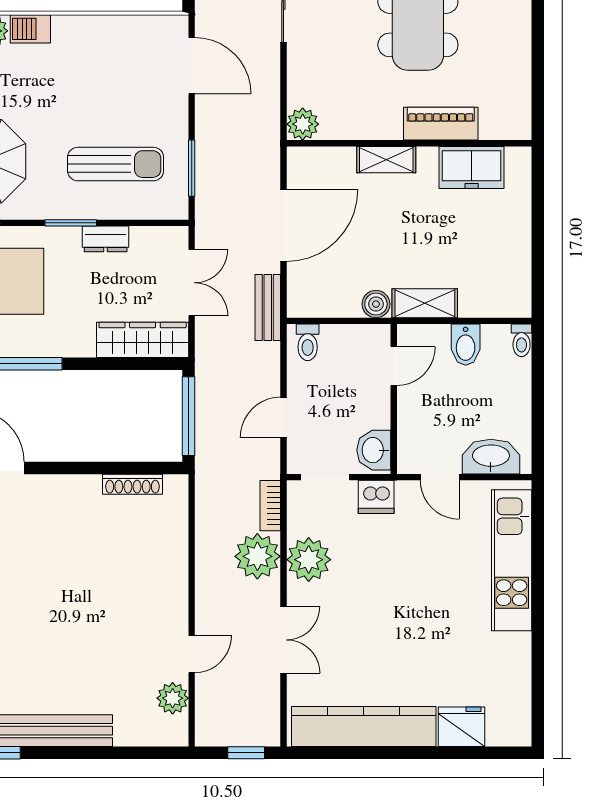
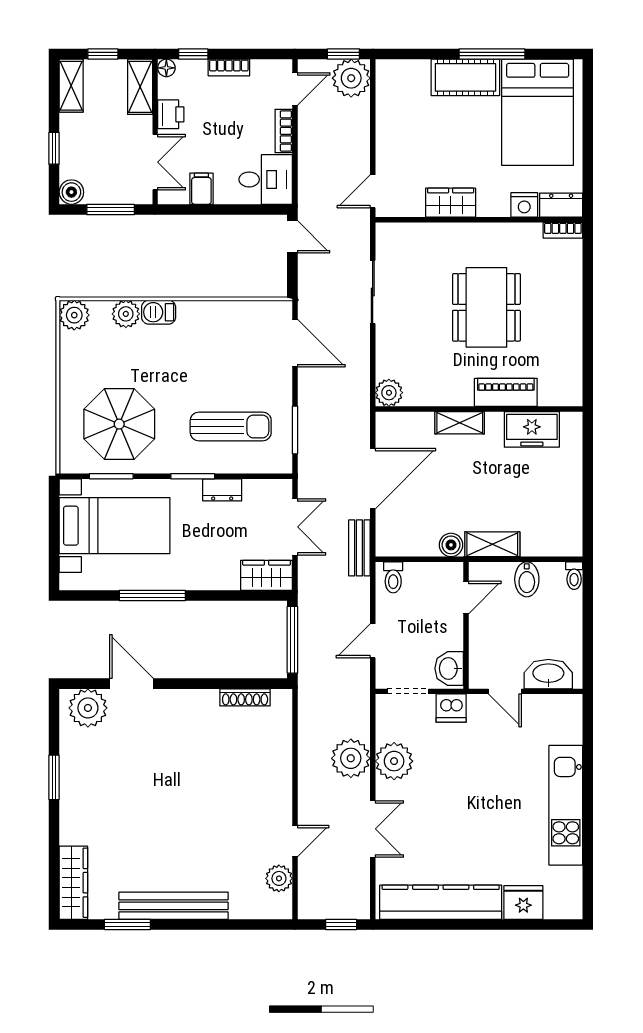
wardrobe: (143, 340) -> (266, 575), width x0.67
bookcase: (270, 506) -> (362, 715), removed
kitchen unit: (512, 560) -> (566, 805), moved

